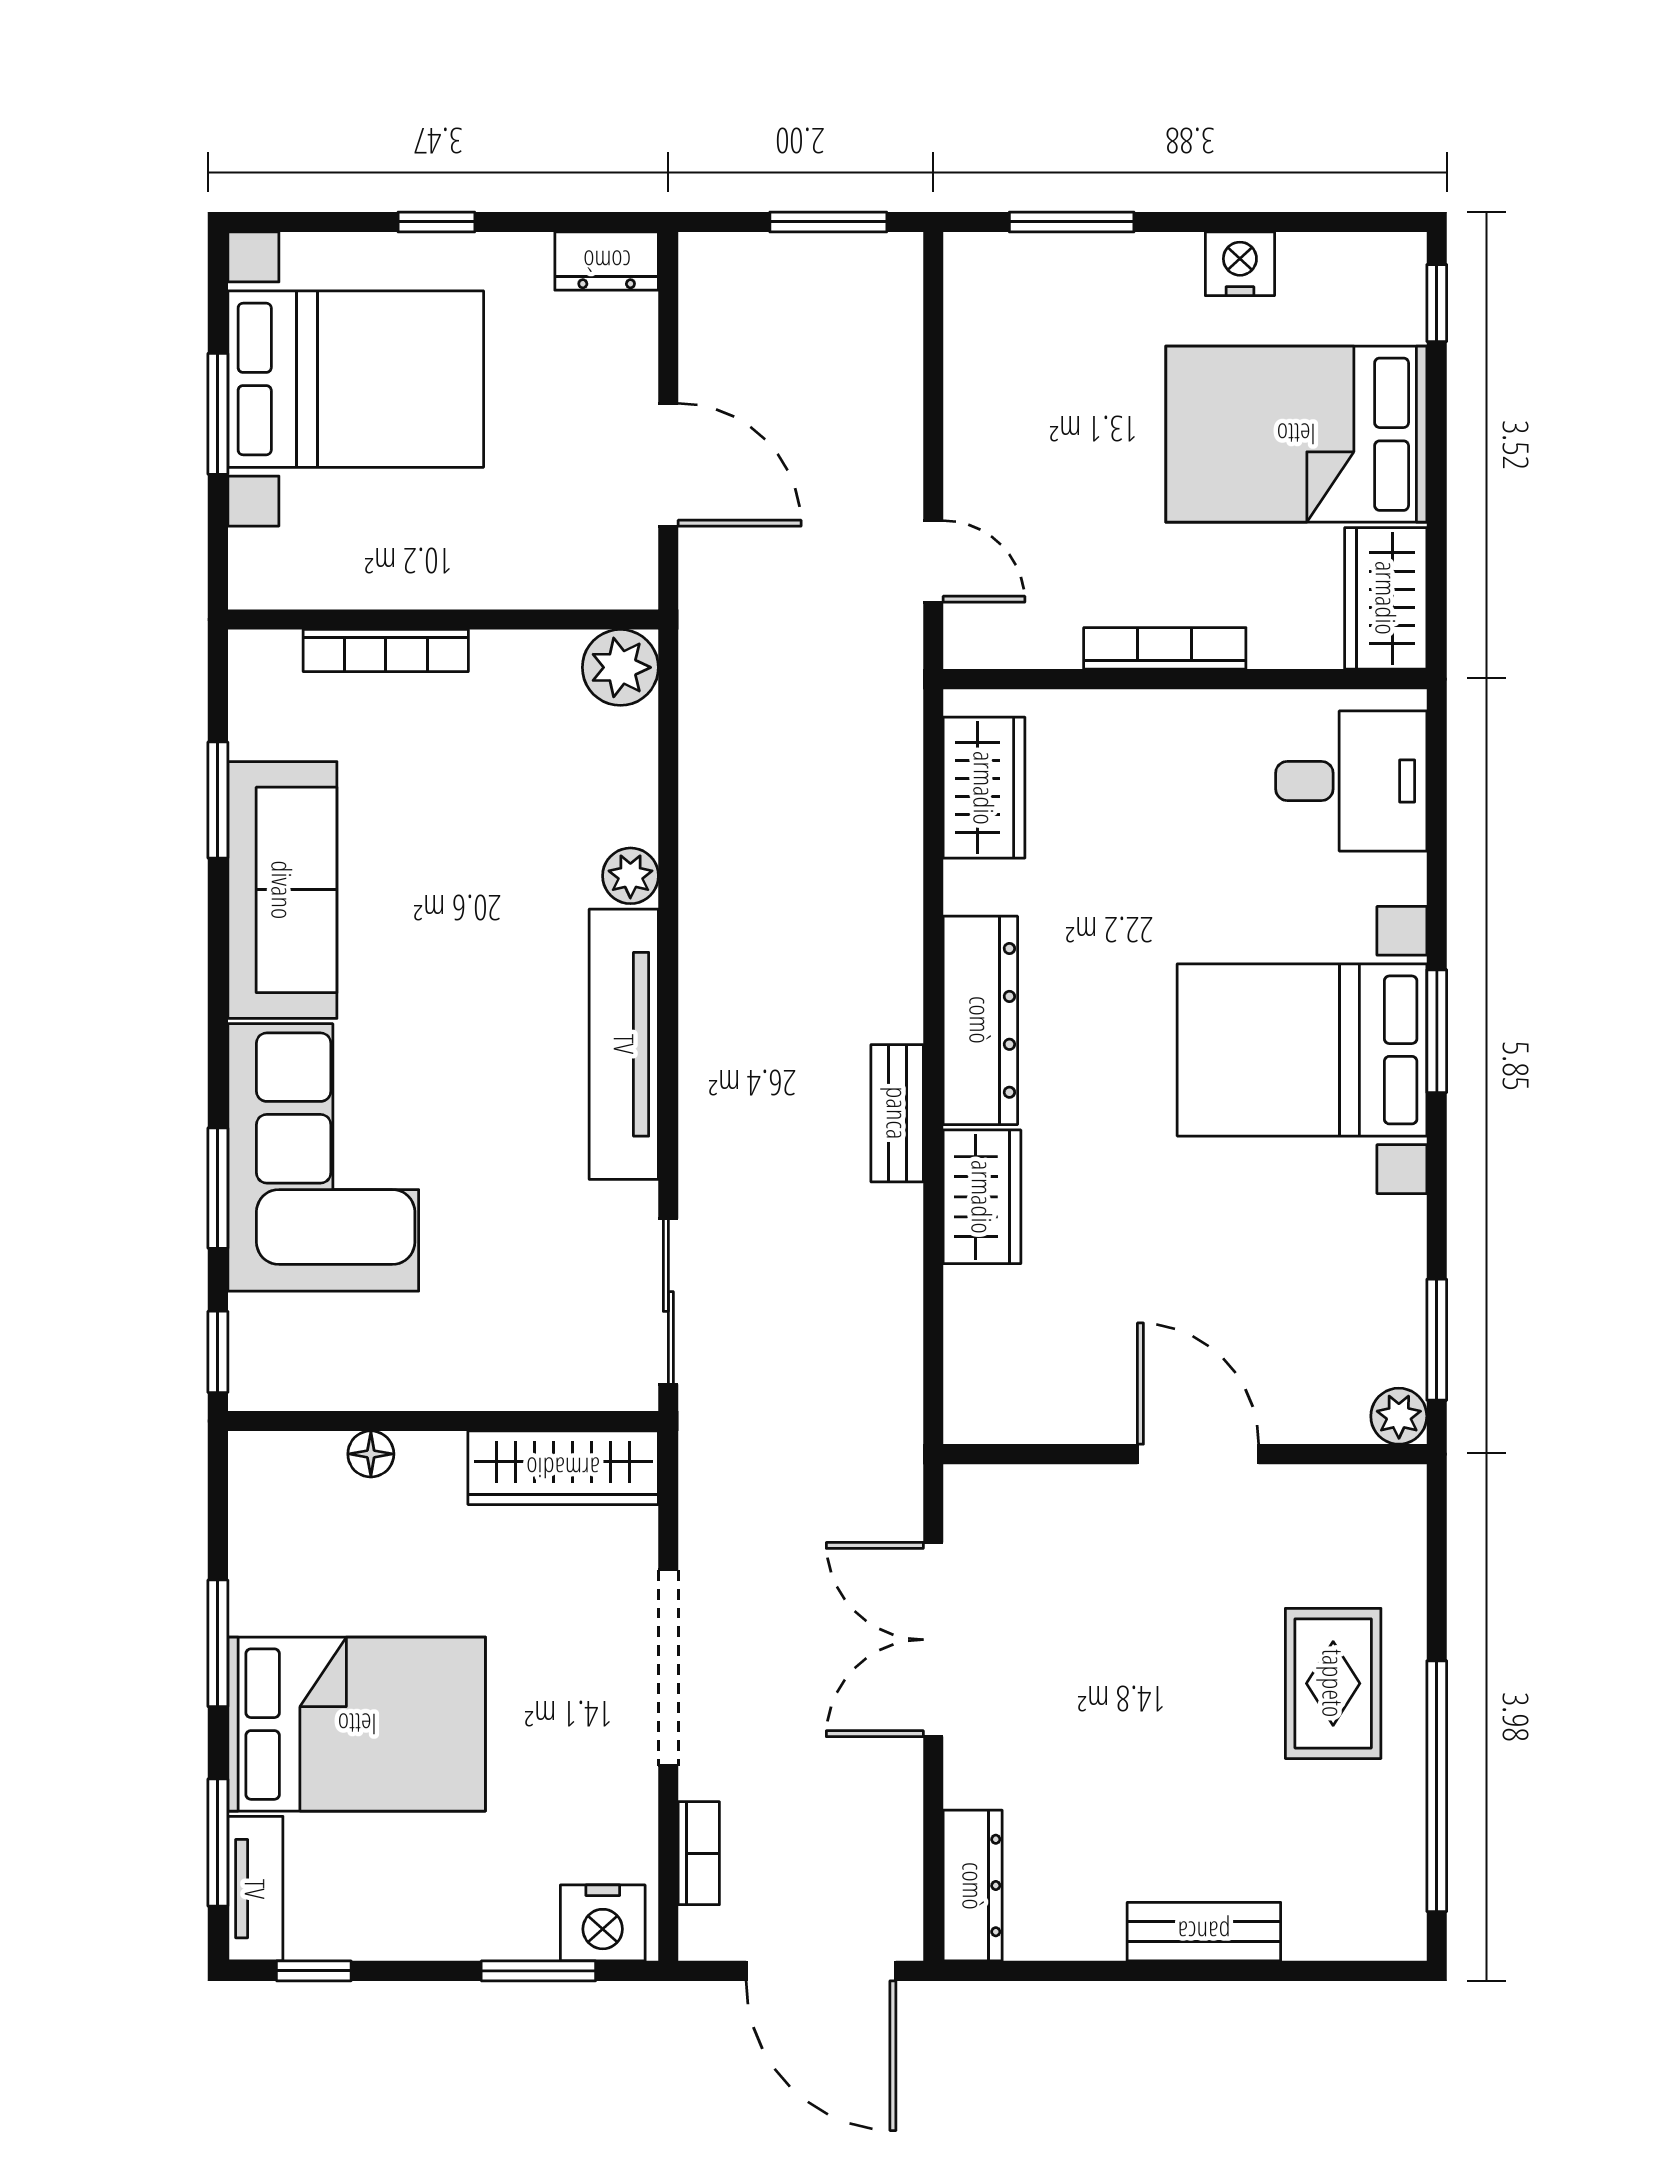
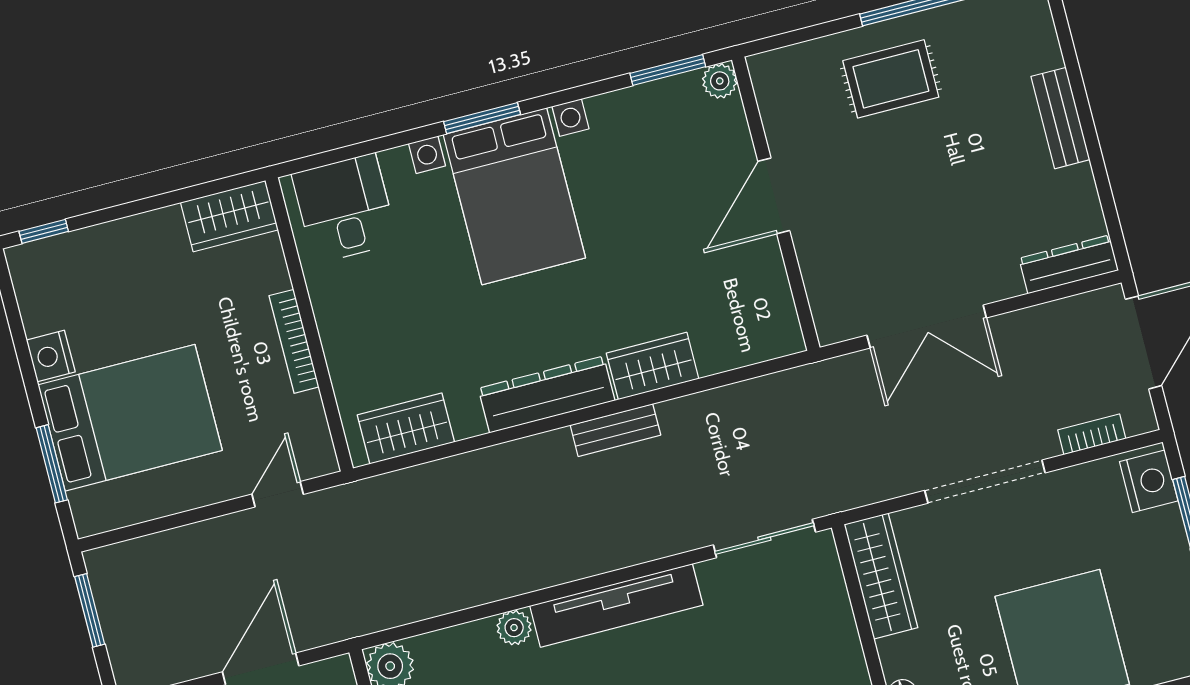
bed: (1296, 434) -> (130, 418), moved, turned -90

